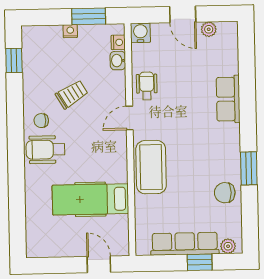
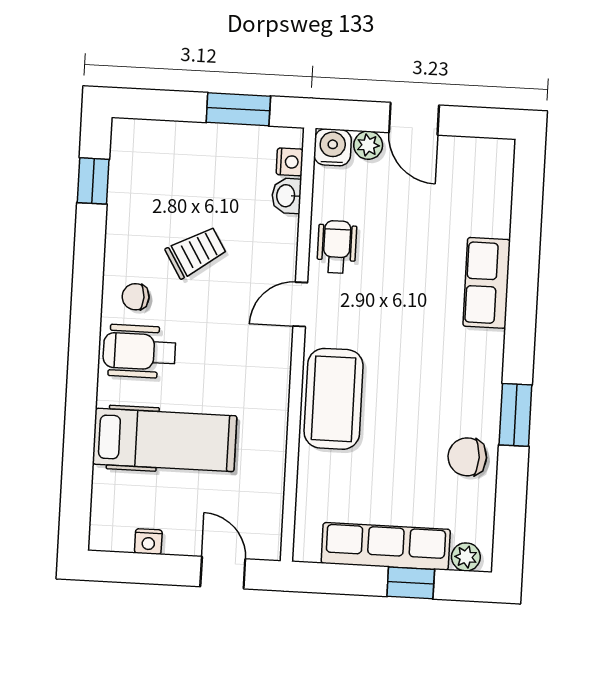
plant: (209, 29) -> (368, 145), moved
nightstand: (70, 31) -> (148, 542), moved, turned 180
hospital bed: (90, 199) -> (165, 440), moved, turned 180

